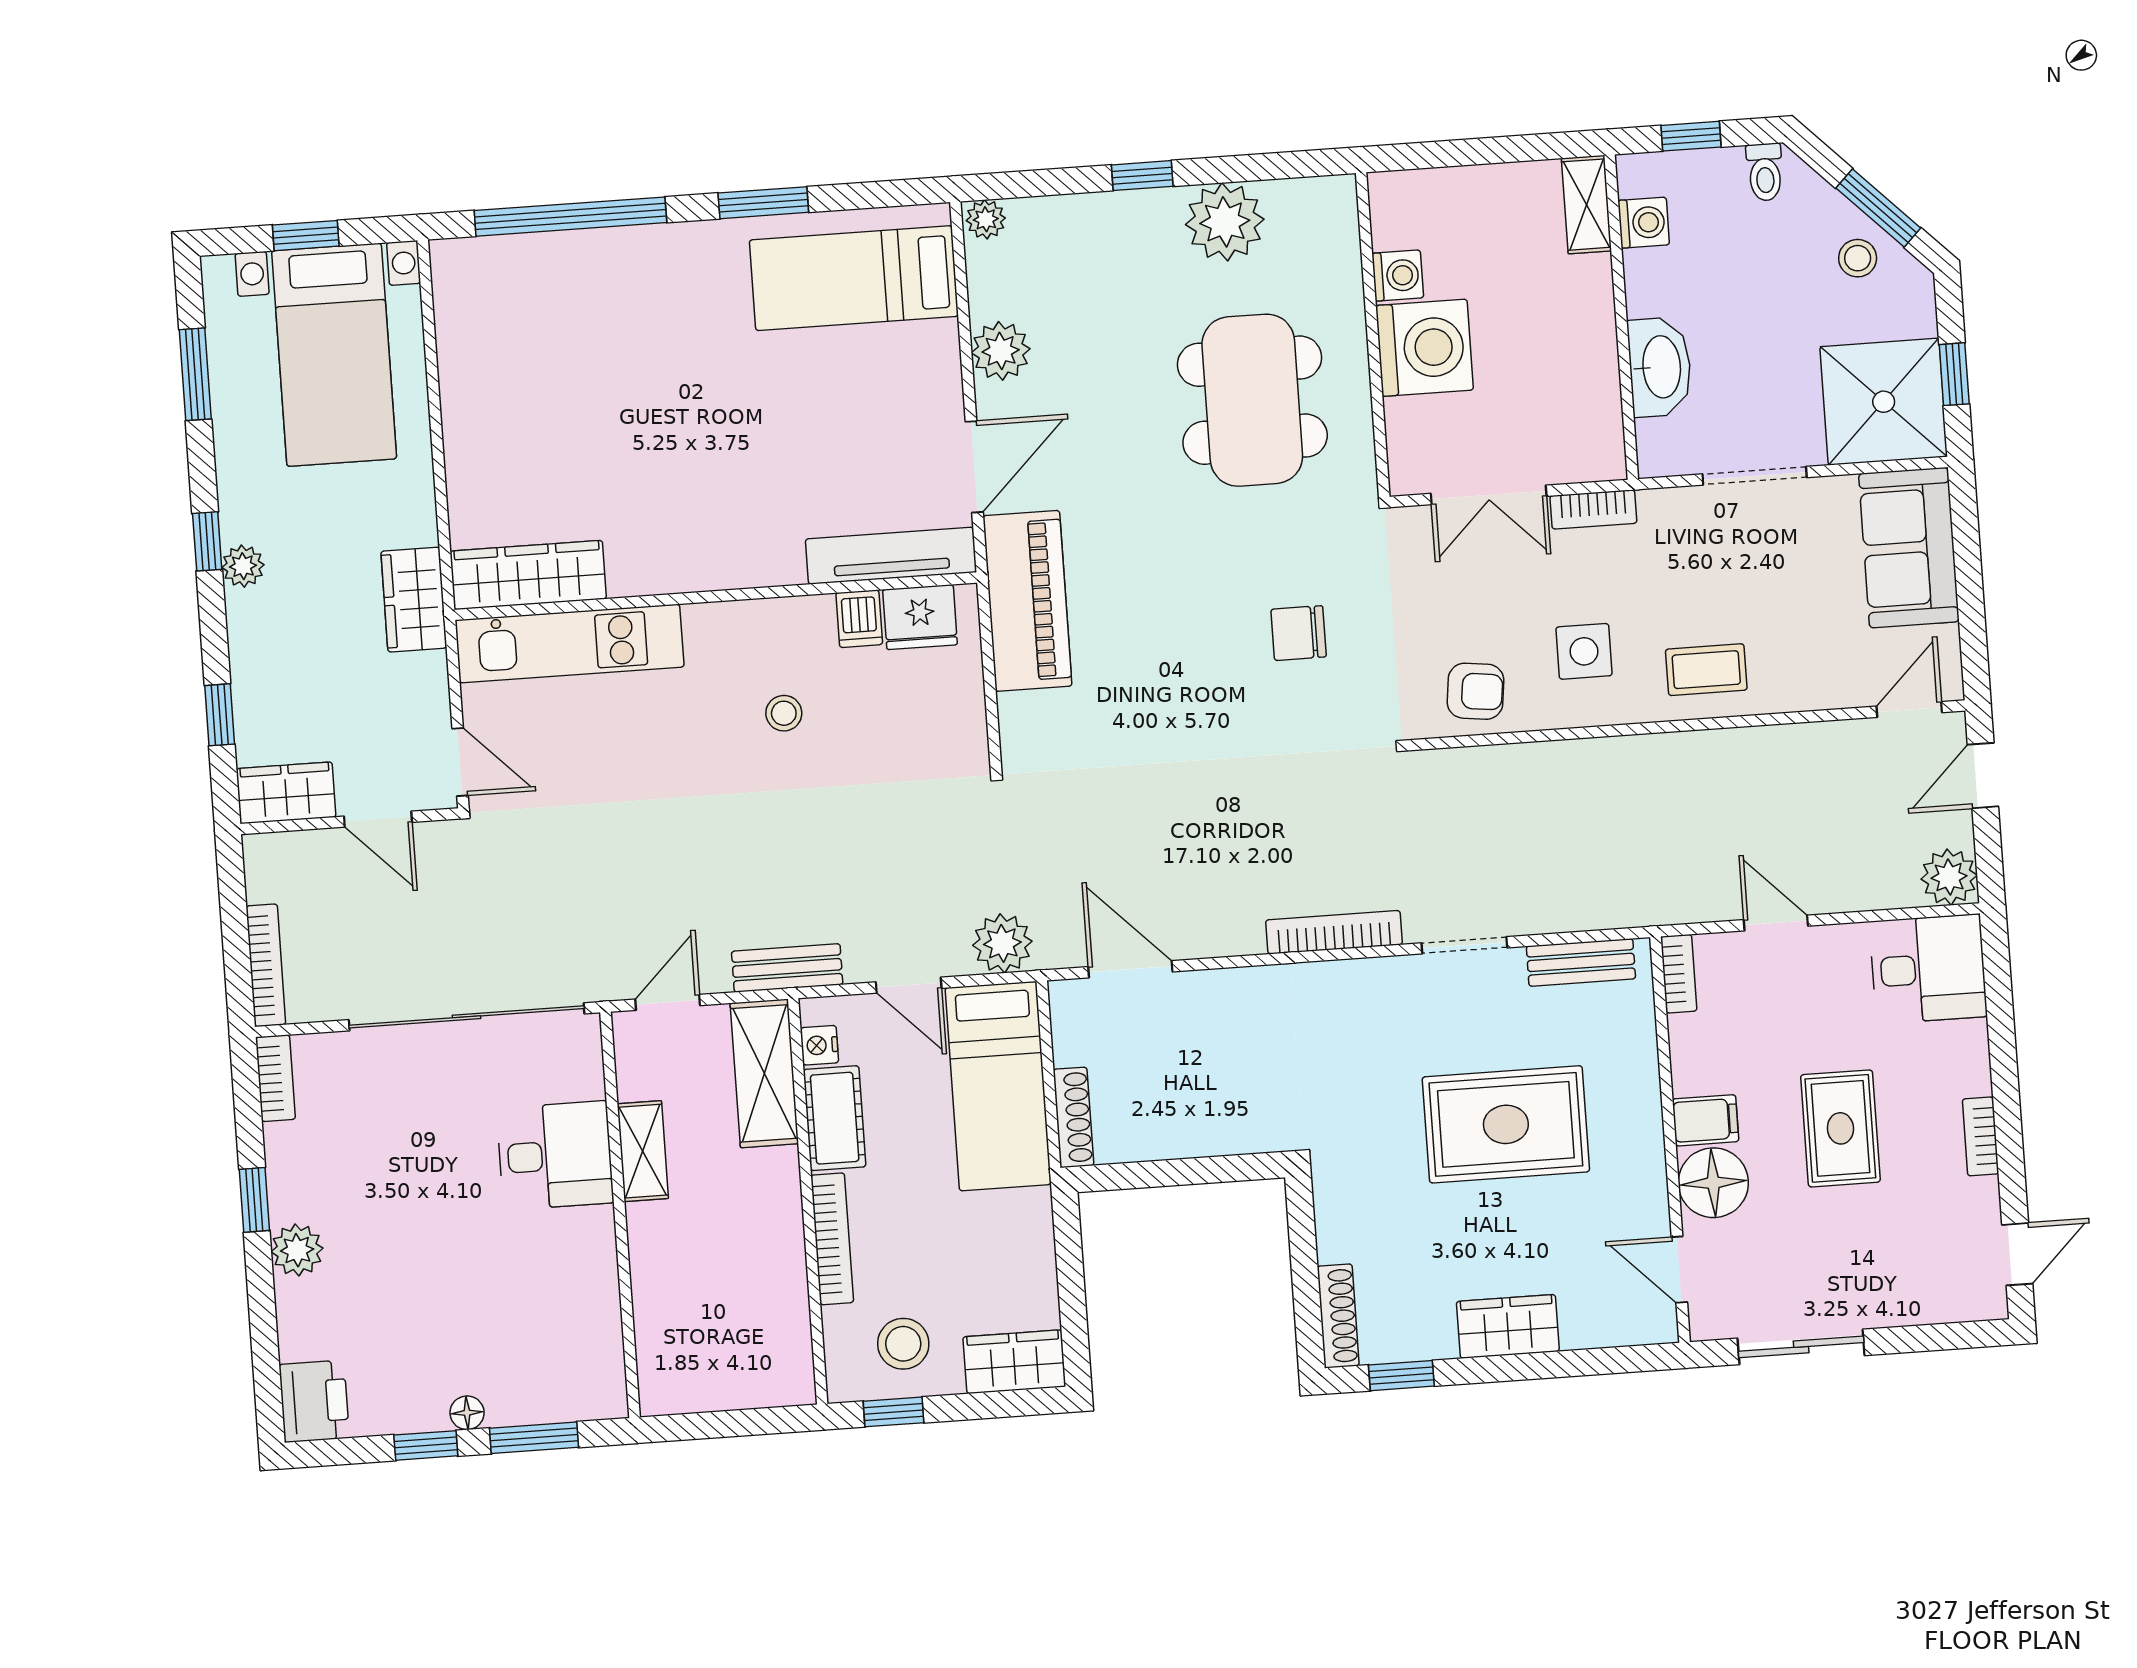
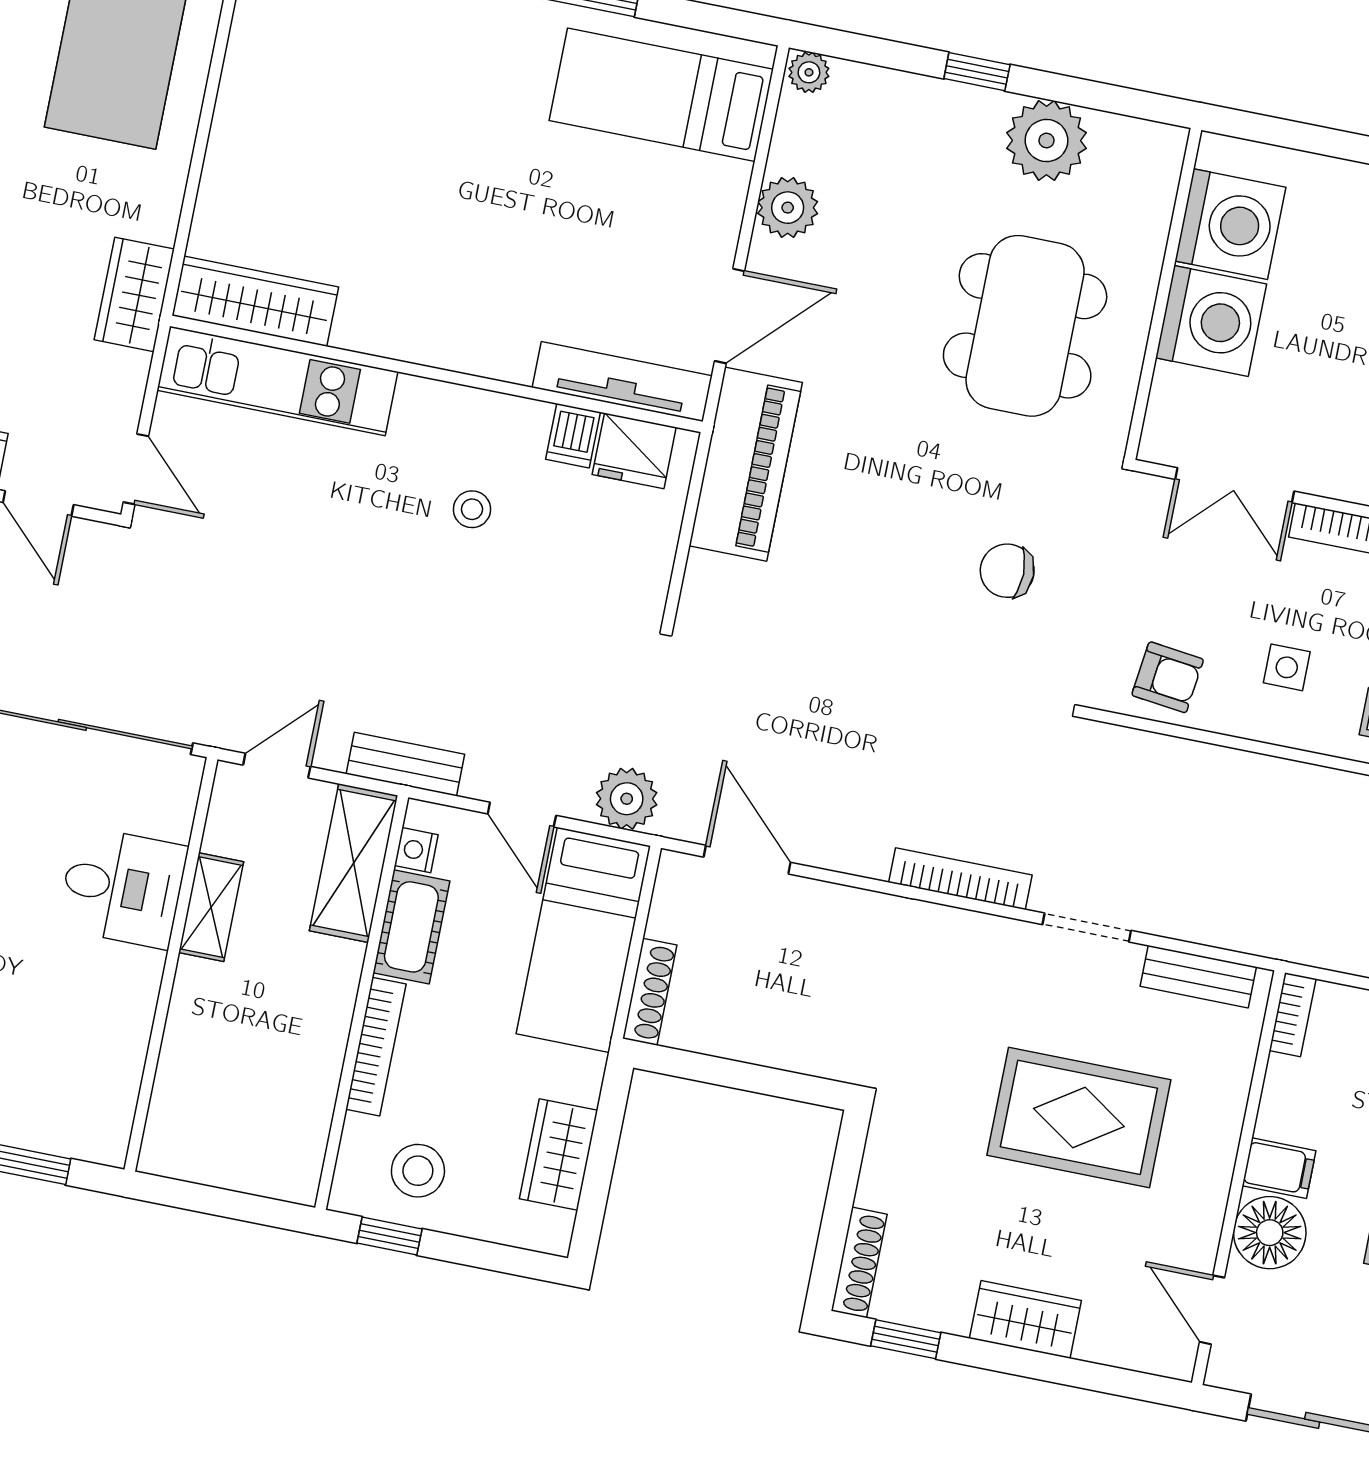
washing machine: (1398, 276) -> (1230, 224), width x1.89, depth x1.89
side table: (1584, 651) -> (1287, 667), width x0.73, depth x0.73
wardrobe: (1014, 1362) -> (559, 1154), moved, turned -90

